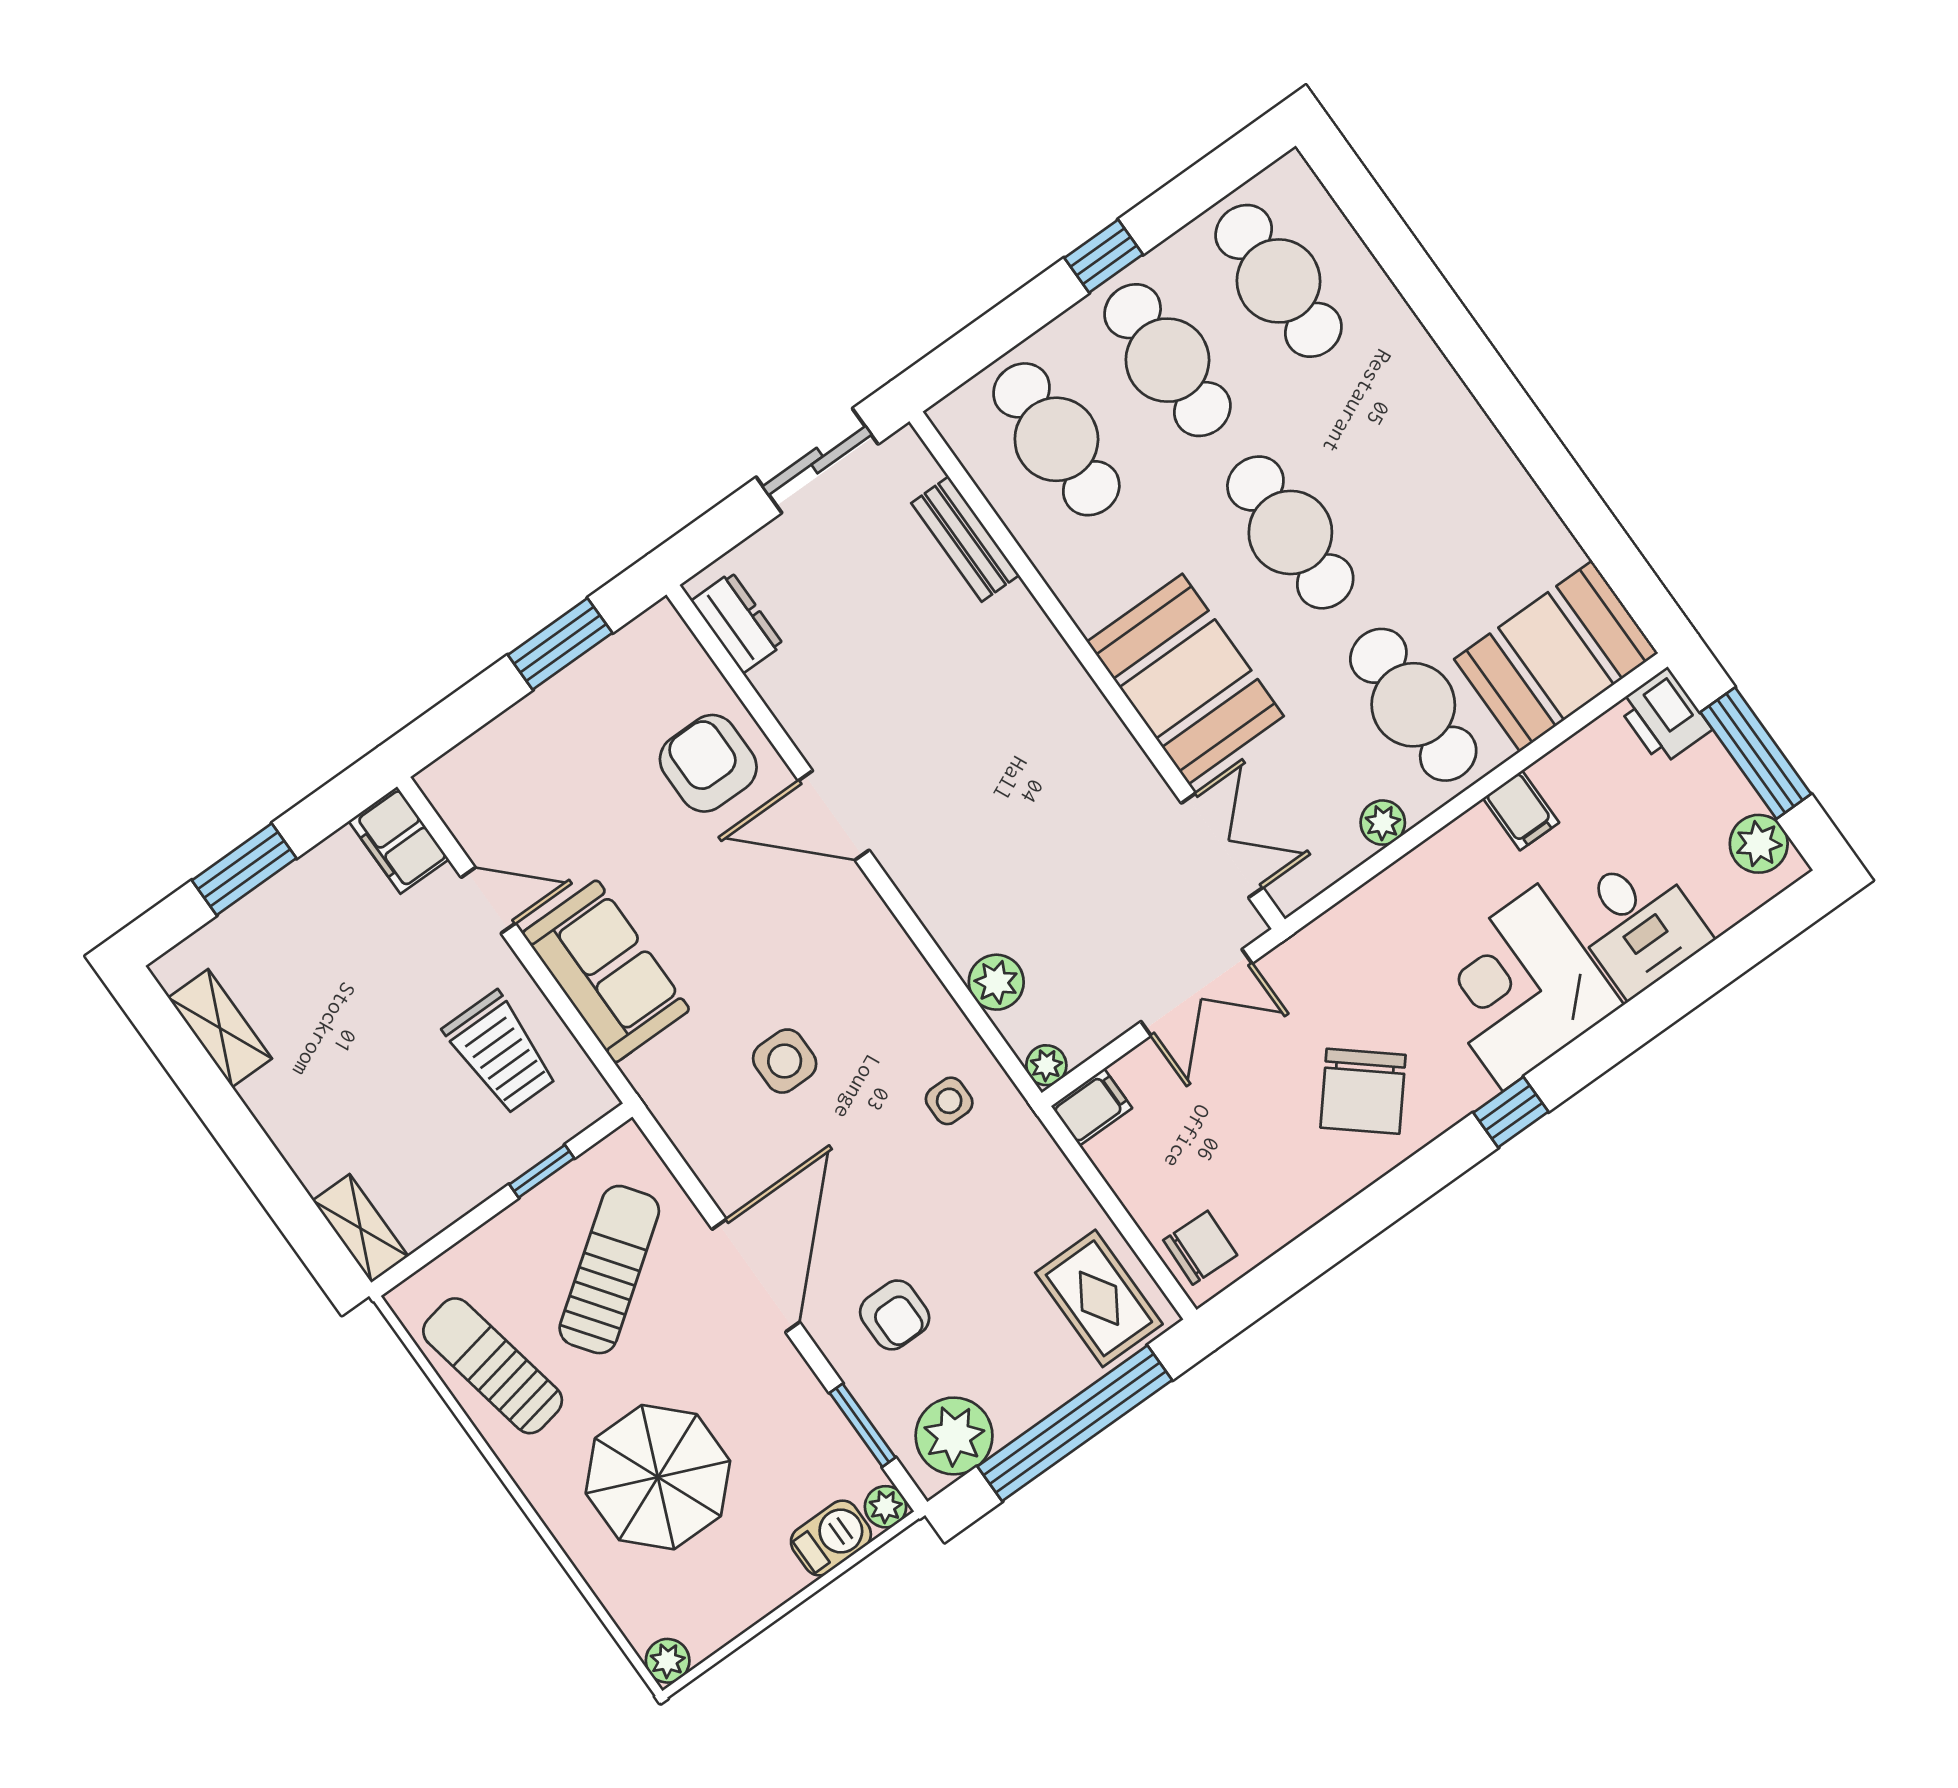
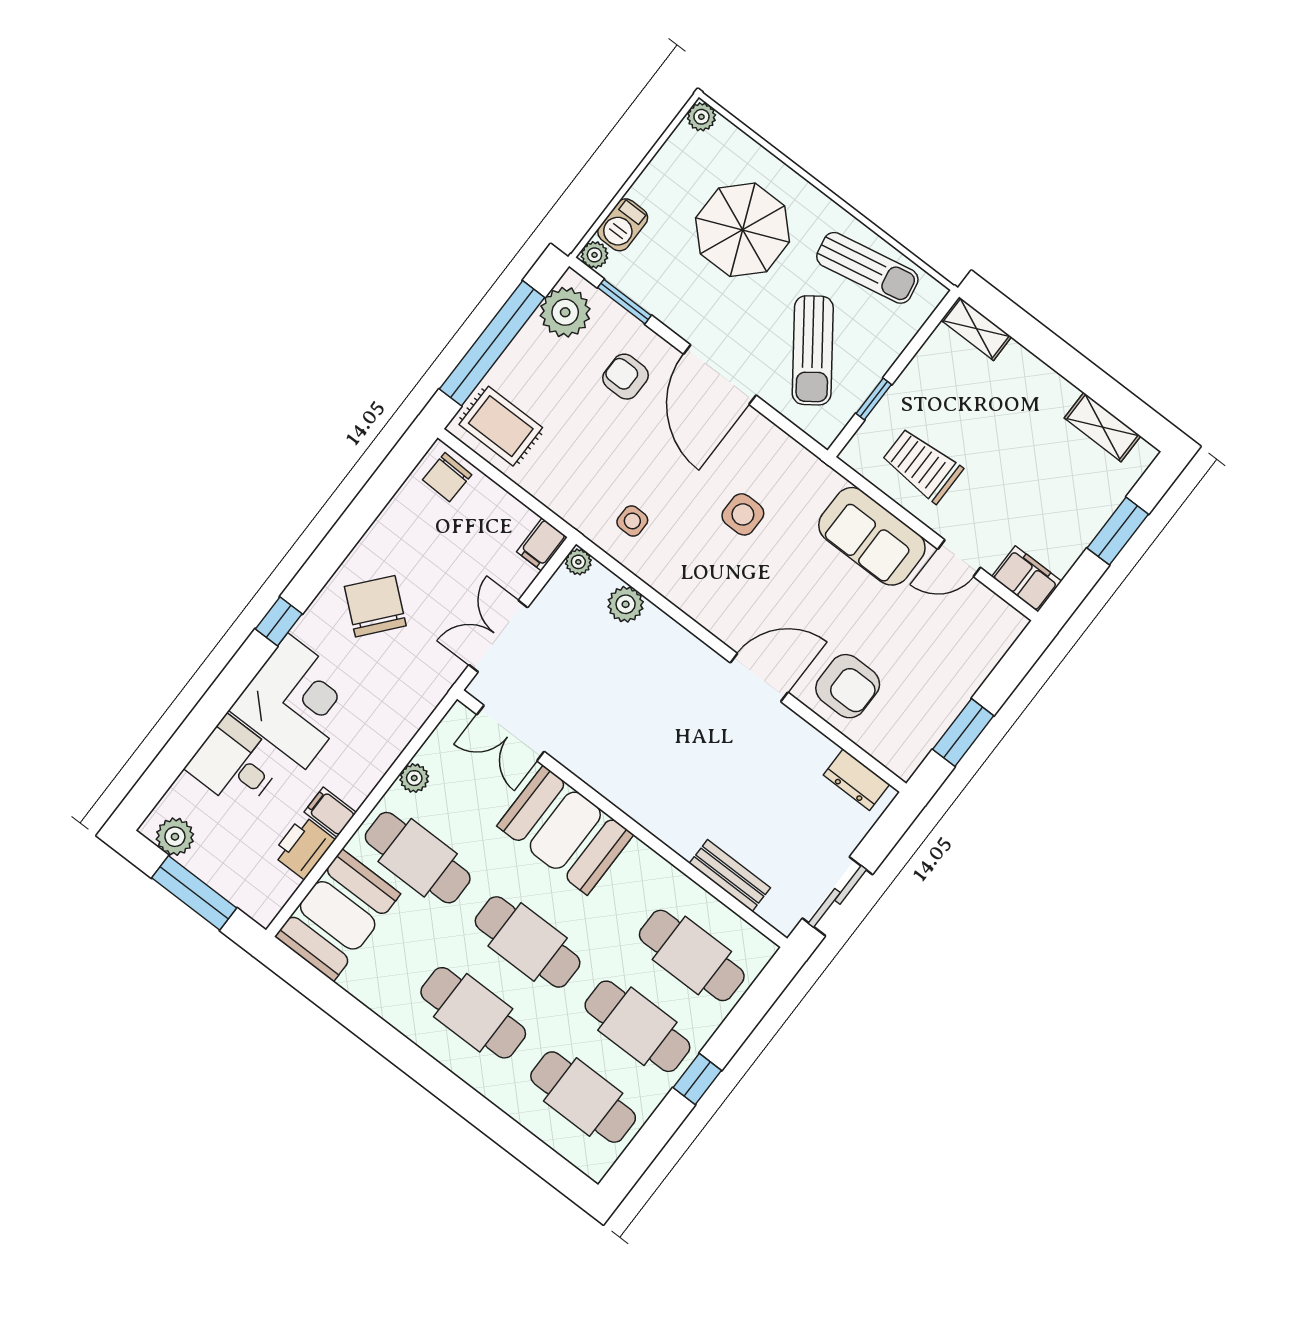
cafe table: (1401, 453) -> (473, 1013), added
printer: (1664, 717) -> (303, 847), moved, turned -90

